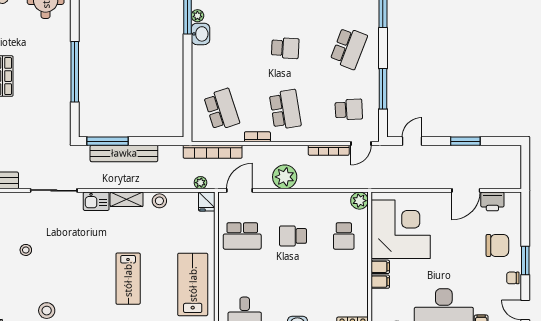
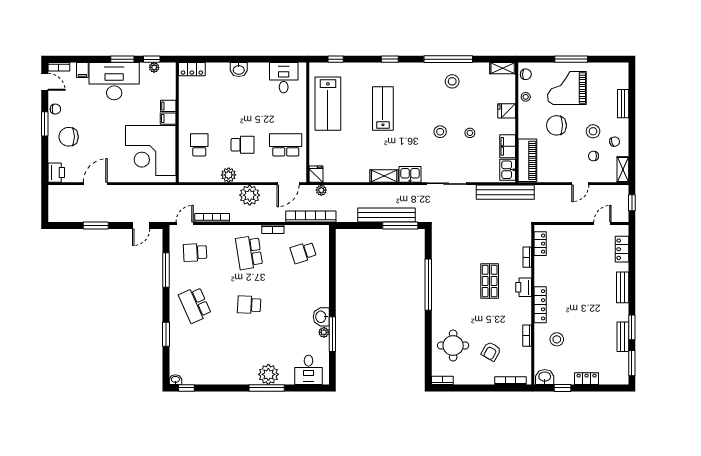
school desk: (349, 48) -> (195, 305), turned -45
school desk: (222, 110) -> (303, 252), width x0.54
stool: (159, 201) -> (440, 132), moved
plant: (359, 201) -> (229, 175), moved
printer: (492, 201) -> (56, 173), moved, turned 90

